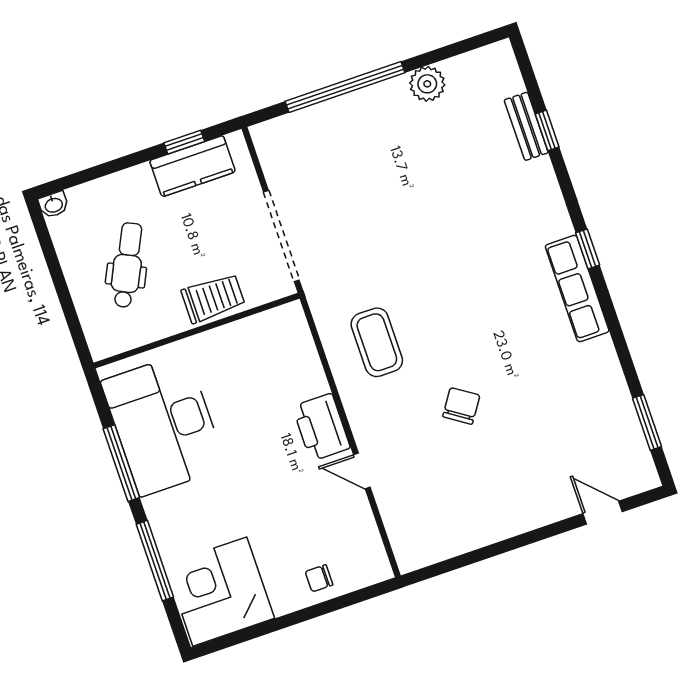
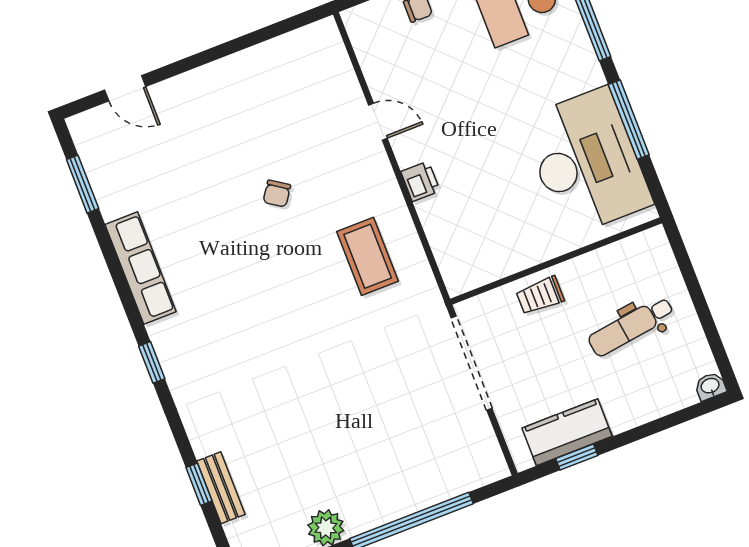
dental chair: (127, 265) -> (631, 326), turned 56
row of seats: (577, 288) -> (141, 268), moved
trolley: (213, 298) -> (540, 296), width x0.73, depth x0.72
chair: (461, 406) -> (277, 194), width x0.73, depth x0.73
printer: (321, 427) -> (420, 181), width x0.53, depth x0.68

